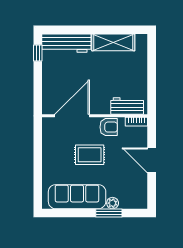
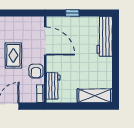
shelving: (113, 42) -> (95, 96), moved, turned 90
window: (38, 53) -> (72, 13), moved

